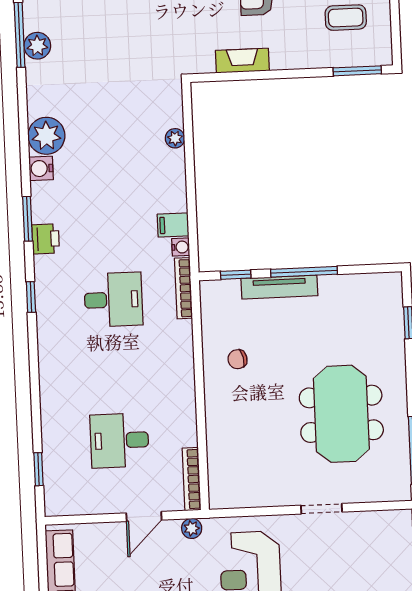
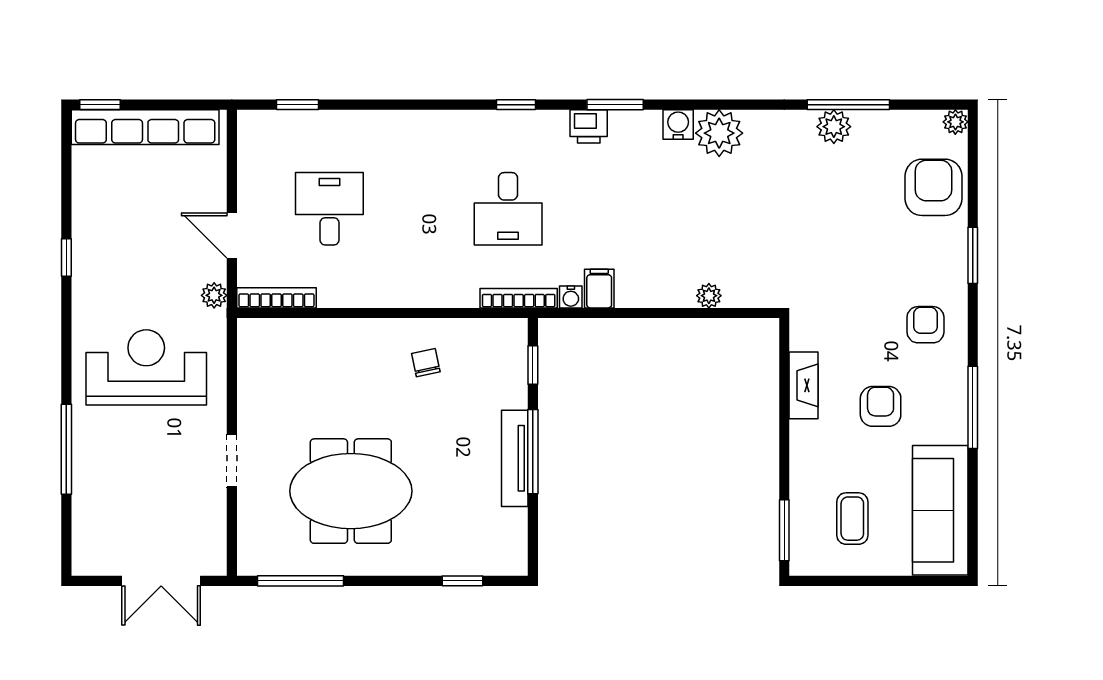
tv unit: (279, 287) -> (515, 458), moved

